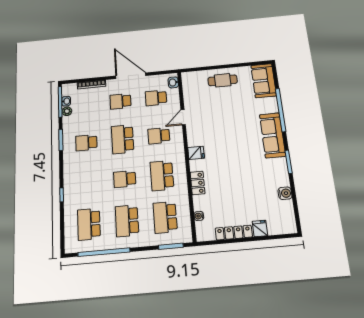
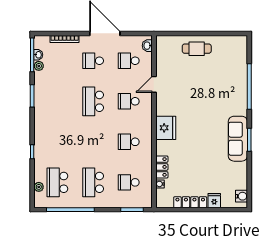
sofa: (264, 81) -> (237, 53), removed
sofa: (272, 135) -> (238, 139), moved
school desk: (86, 143) -> (57, 101), removed
fridge: (196, 153) -> (166, 128), width x1.88, depth x1.34
school desk: (162, 176) -> (129, 142), width x0.54
school desk: (125, 179) -> (93, 142), removed
locker: (198, 183) -> (162, 167), moved
water cooler: (285, 193) -> (242, 196), moved
school desk: (165, 217) -> (129, 182), width x0.54
plant: (69, 231) -> (39, 187), added

